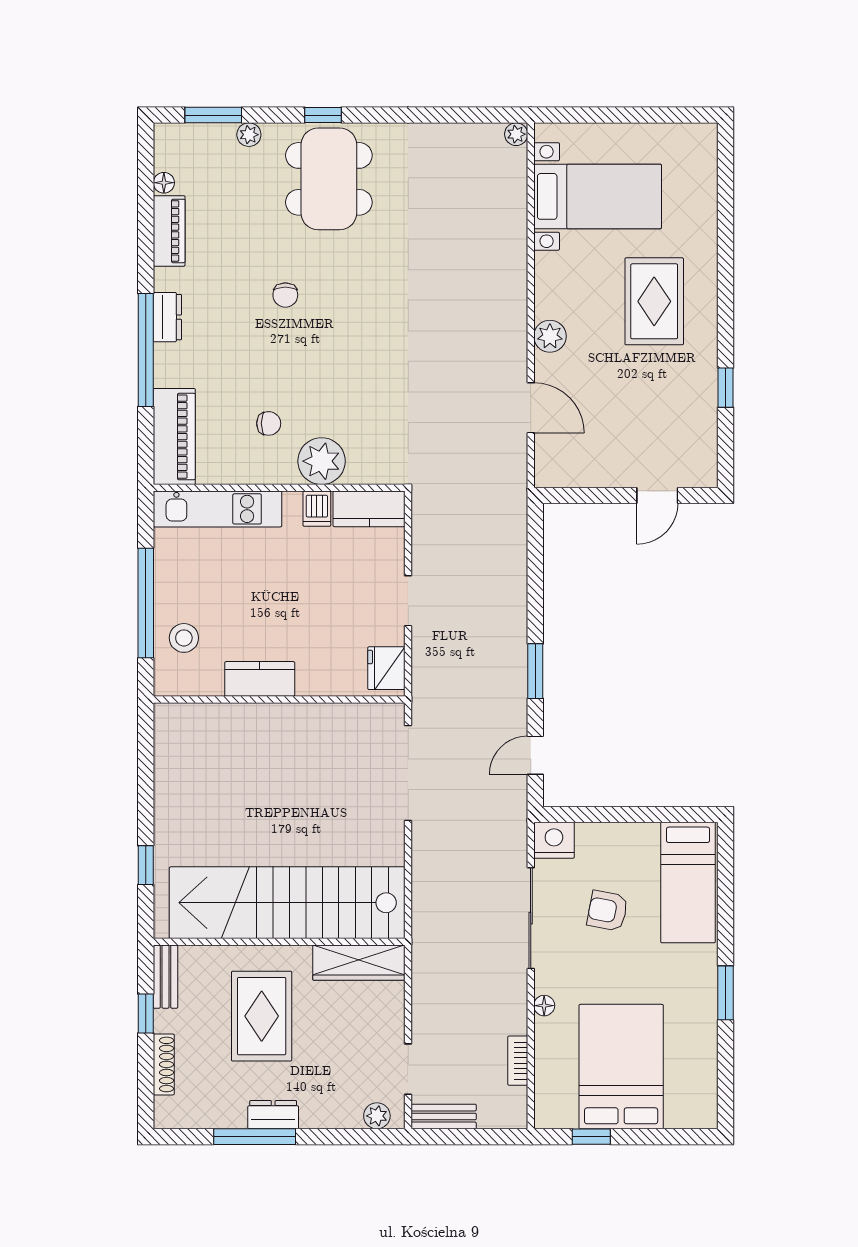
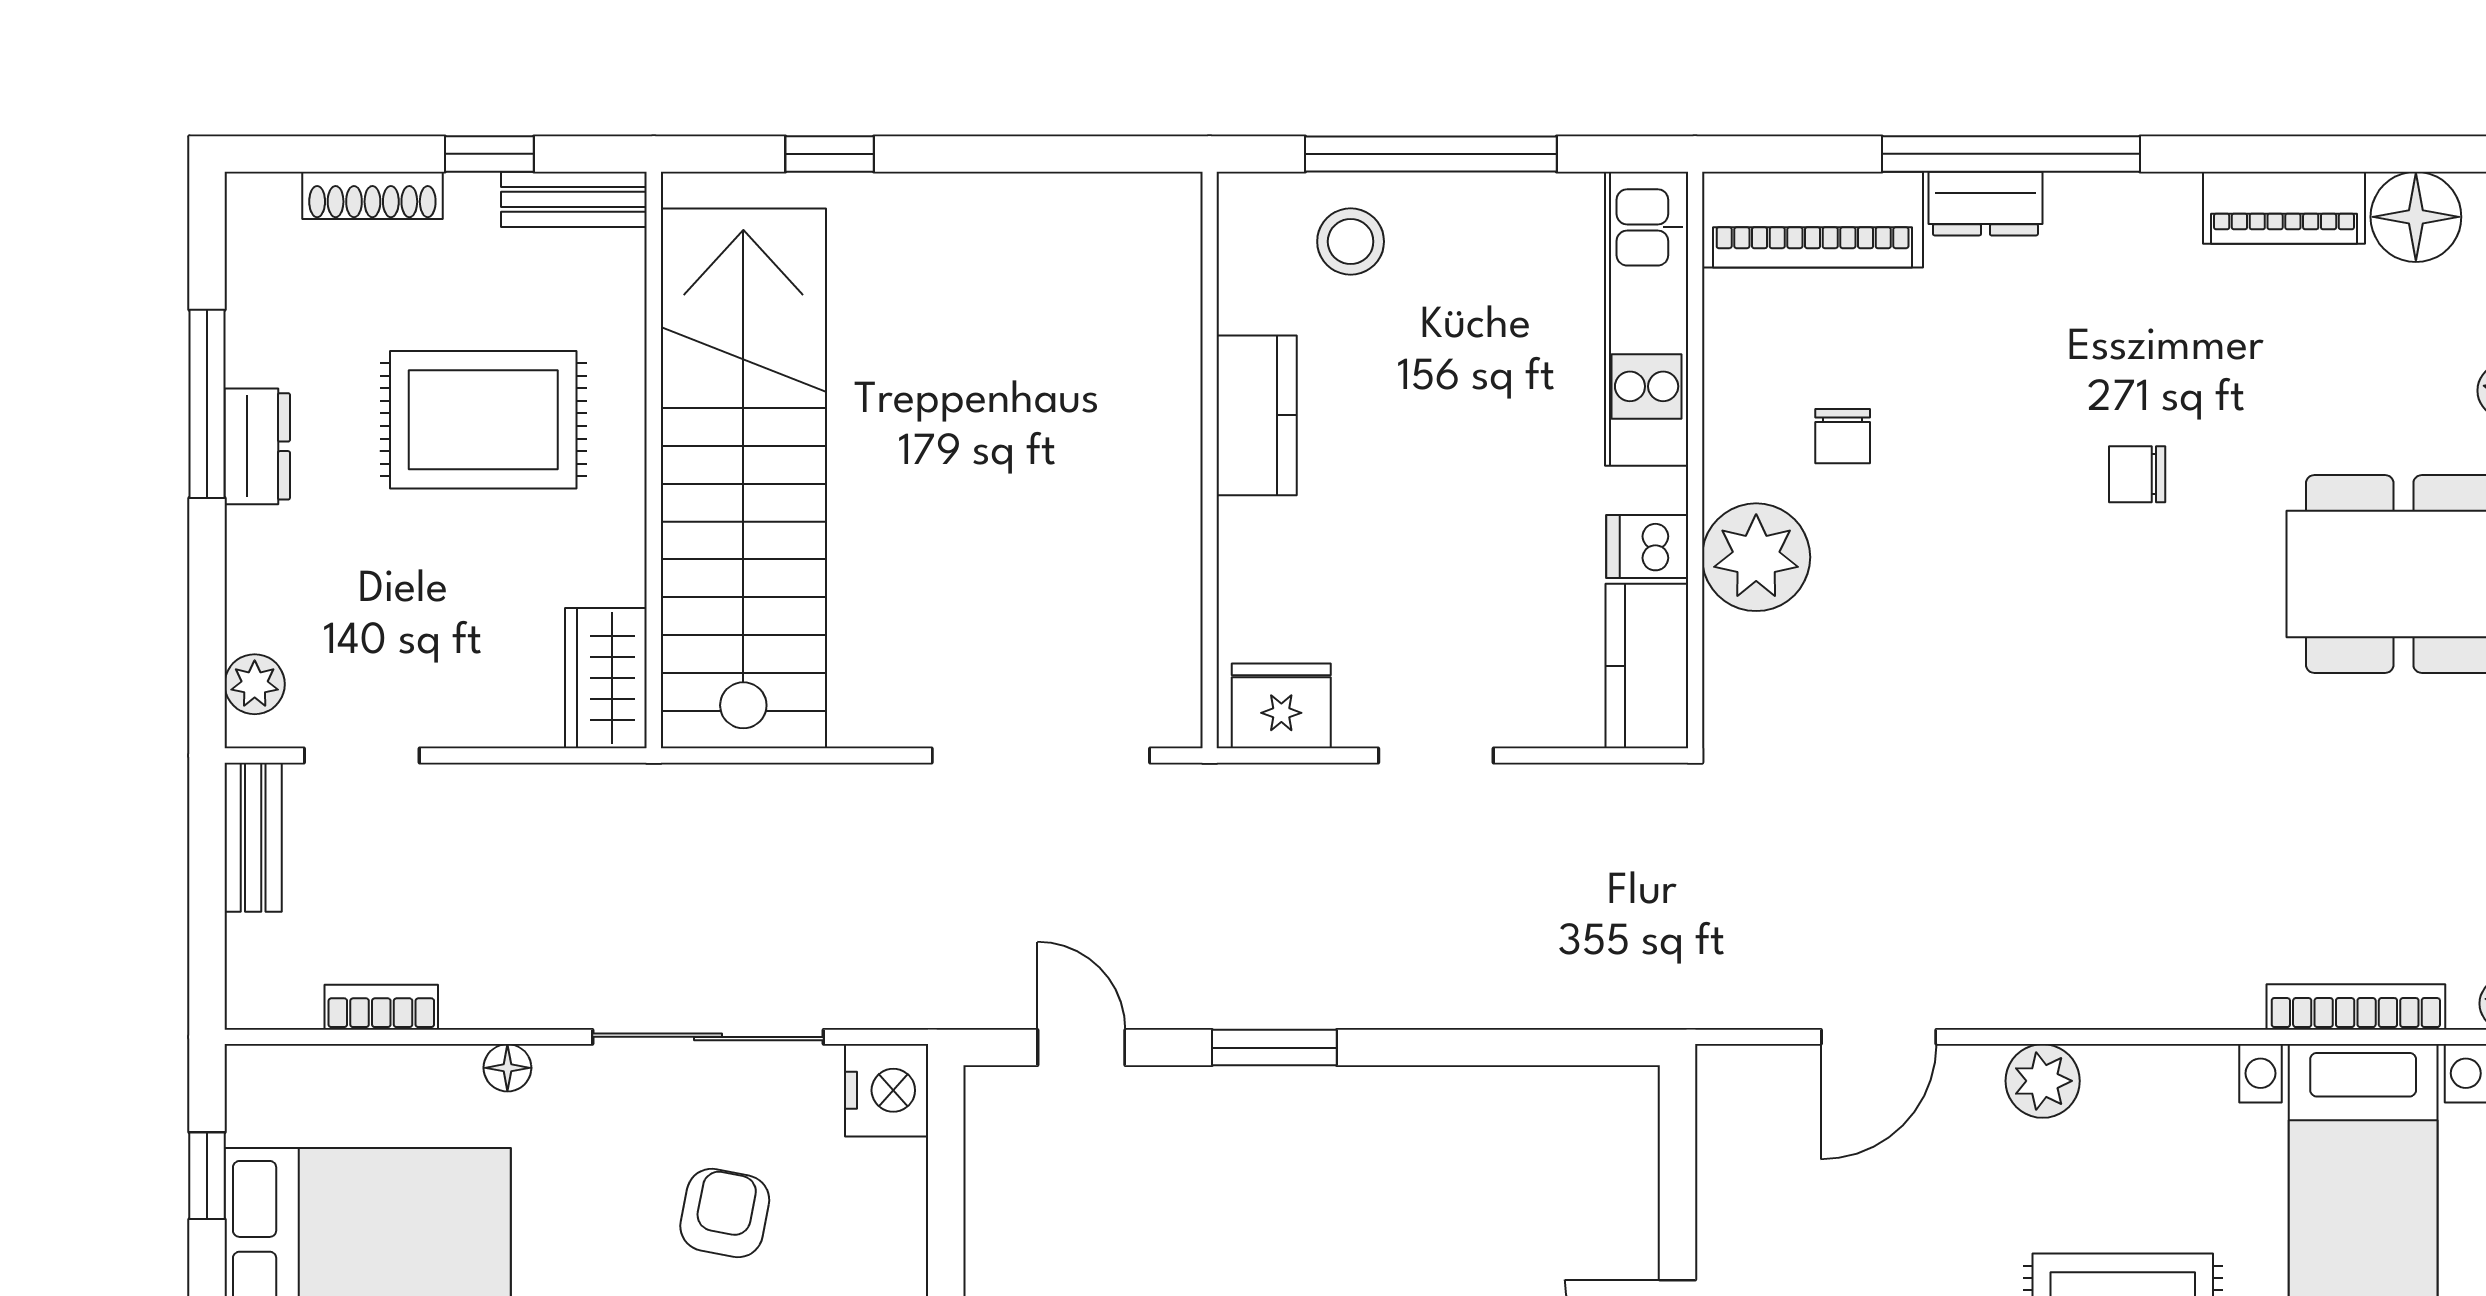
floor lamp: (164, 183) -> (2416, 217), width x1.89, depth x1.89
bookcase: (518, 200) -> (2356, 1007), added
dresser: (167, 317) -> (1985, 204), moved
wardrobe: (359, 963) -> (606, 678), width x0.67

